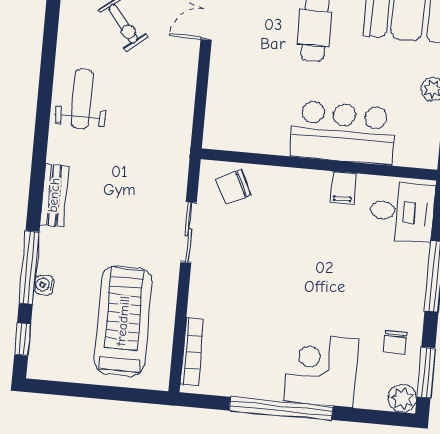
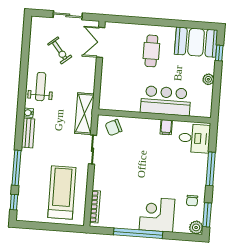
shelving: (173, 157) -> (84, 114), added
water cooler: (44, 285) -> (29, 113), moved

